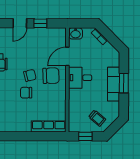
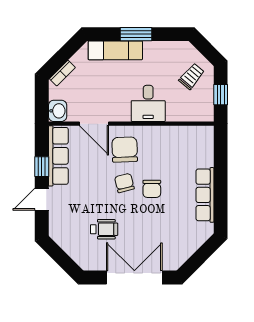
door: (20, 23) -> (42, 199), swing flipped
row of seats: (47, 34) -> (58, 156), added
desk: (80, 78) -> (148, 103), moved
exam couch: (114, 84) -> (115, 50), moved
row of seats: (49, 126) -> (205, 195), moved

